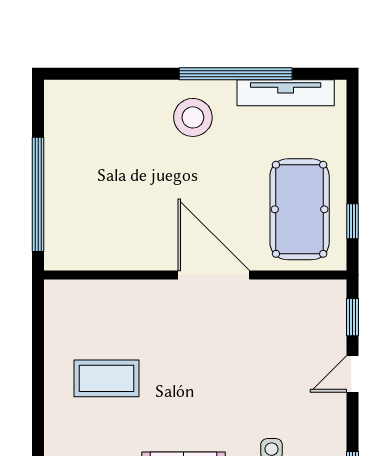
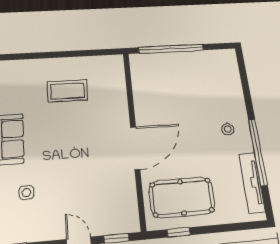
stool: (193, 117) -> (228, 129), width x0.53, depth x0.53
coffee table: (106, 378) -> (67, 91), turned 90

